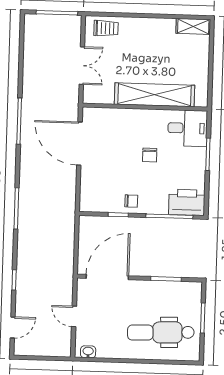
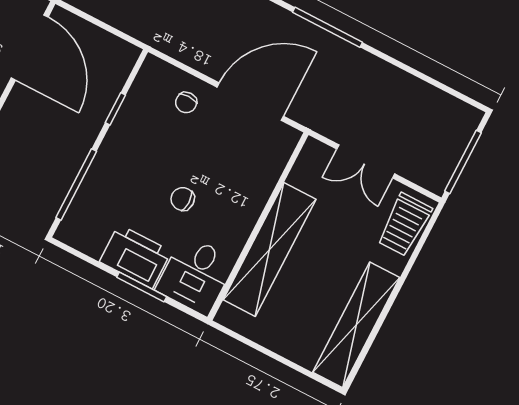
shelving: (193, 26) -> (356, 325), width x2.20, depth x1.33
trolley: (106, 28) -> (404, 225), width x1.36, depth x1.39
chair: (131, 201) -> (186, 103), moved
printer: (187, 202) -> (135, 256), moved, turned -90

